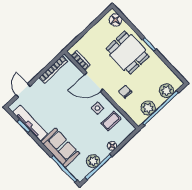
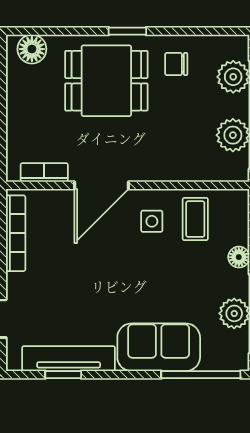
chair: (125, 92) -> (176, 64), moved

